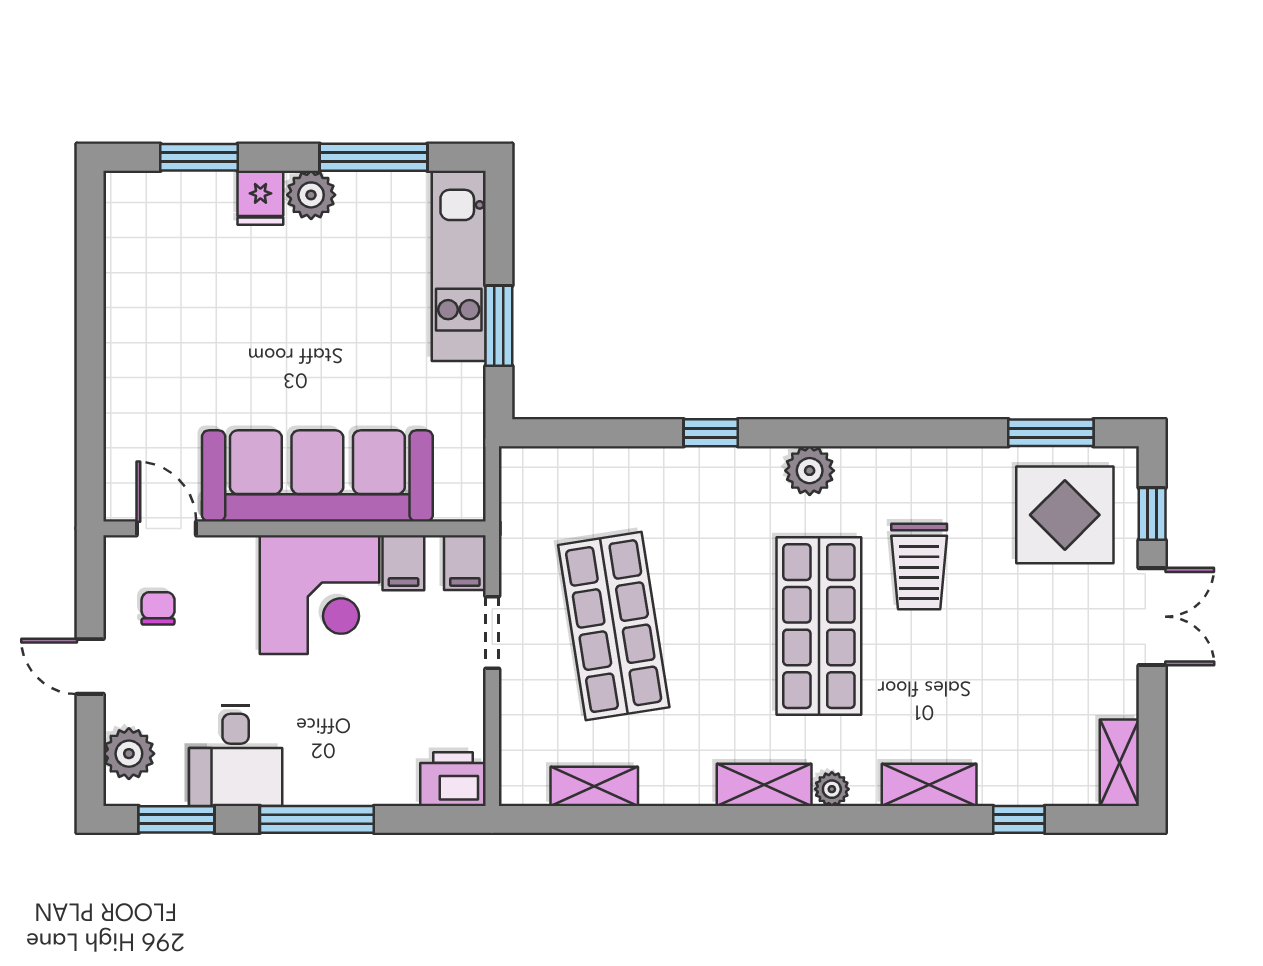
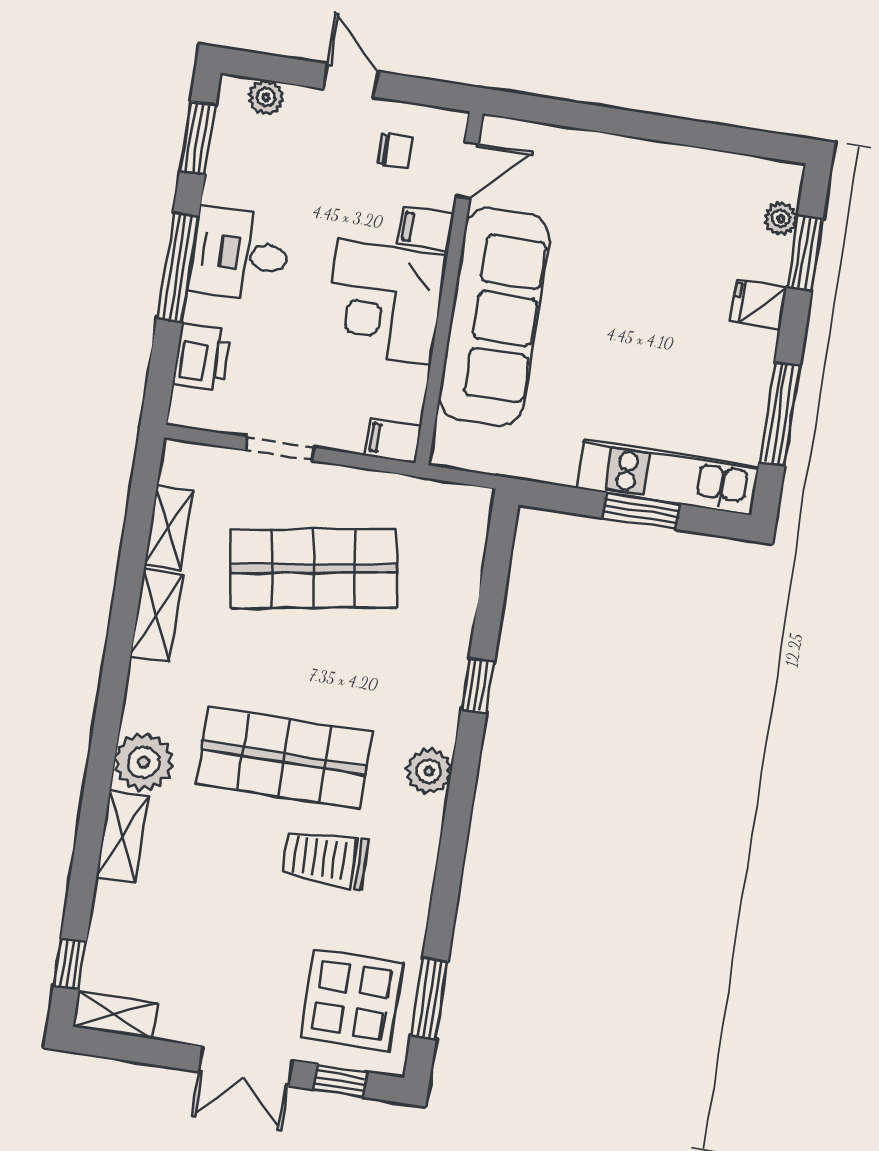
plant: (311, 195) -> (781, 219), moved, width x0.73, depth x0.73
window: (499, 326) -> (641, 511), moved
filing cabinet: (403, 563) -> (426, 229), moved
doorway: (492, 632) -> (280, 449), moved
door: (90, 666) -> (351, 80), hinge flipped
plant: (129, 754) -> (266, 97), width x0.73, depth x0.73
desk: (236, 756) -> (240, 254), moved
printer: (453, 779) -> (202, 357), moved
shelving: (764, 785) -> (156, 615), moved
plant: (832, 789) -> (144, 762), width x1.88, depth x1.88
window: (1019, 819) -> (70, 964), moved

